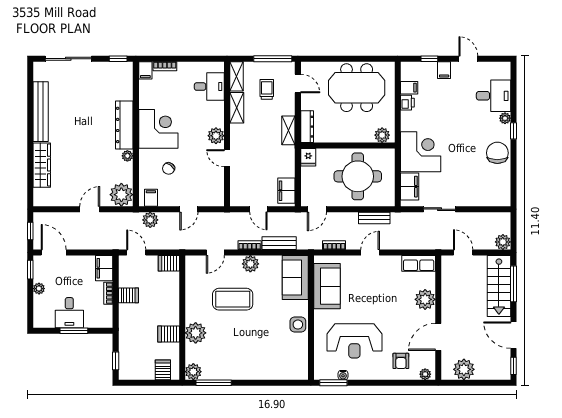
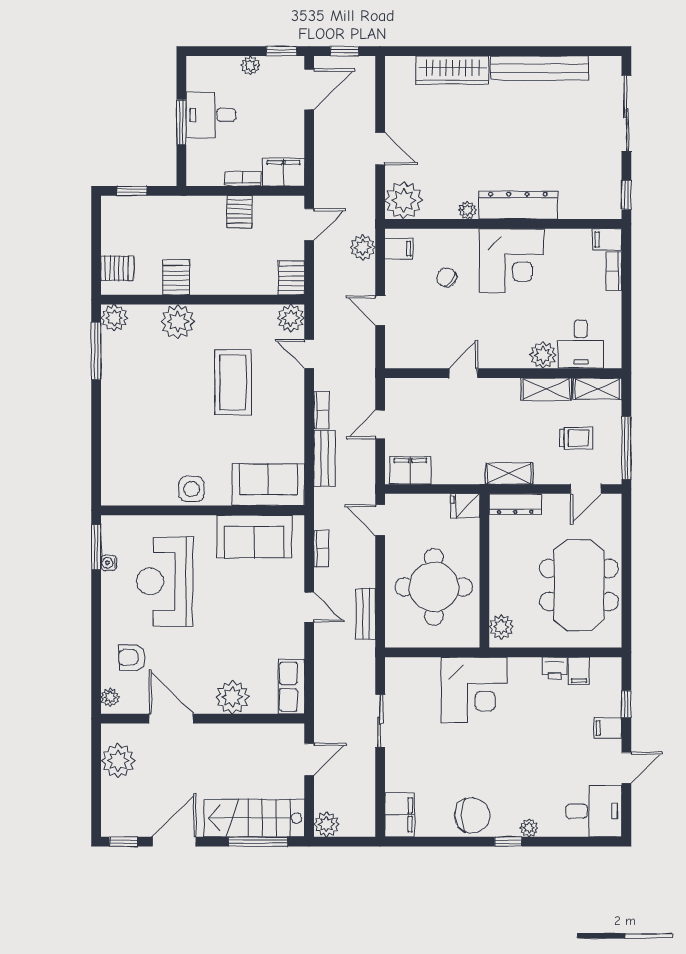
desk: (494, 96) -> (594, 811), moved, turned -90
plant: (216, 136) -> (543, 355), moved
filing cabinet: (410, 187) -> (400, 815), moved, turned -90
plant: (250, 264) -> (291, 318), moved

